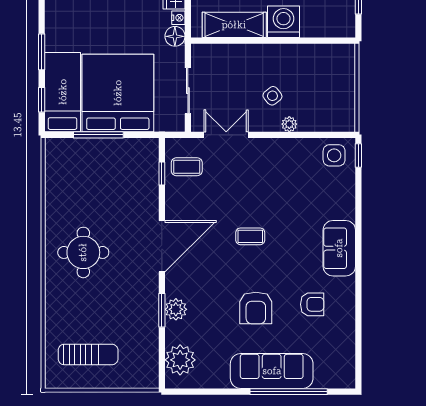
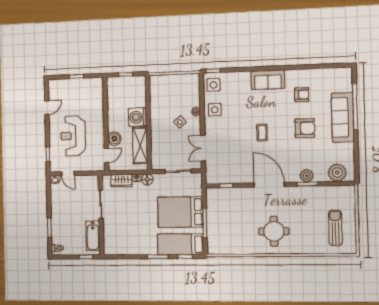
bed: (118, 93) -> (180, 212), width x0.73
side table: (292, 157) -> (215, 110), added
coffee table: (187, 167) -> (222, 171), removed
armchair: (312, 304) -> (302, 95), turned 90

